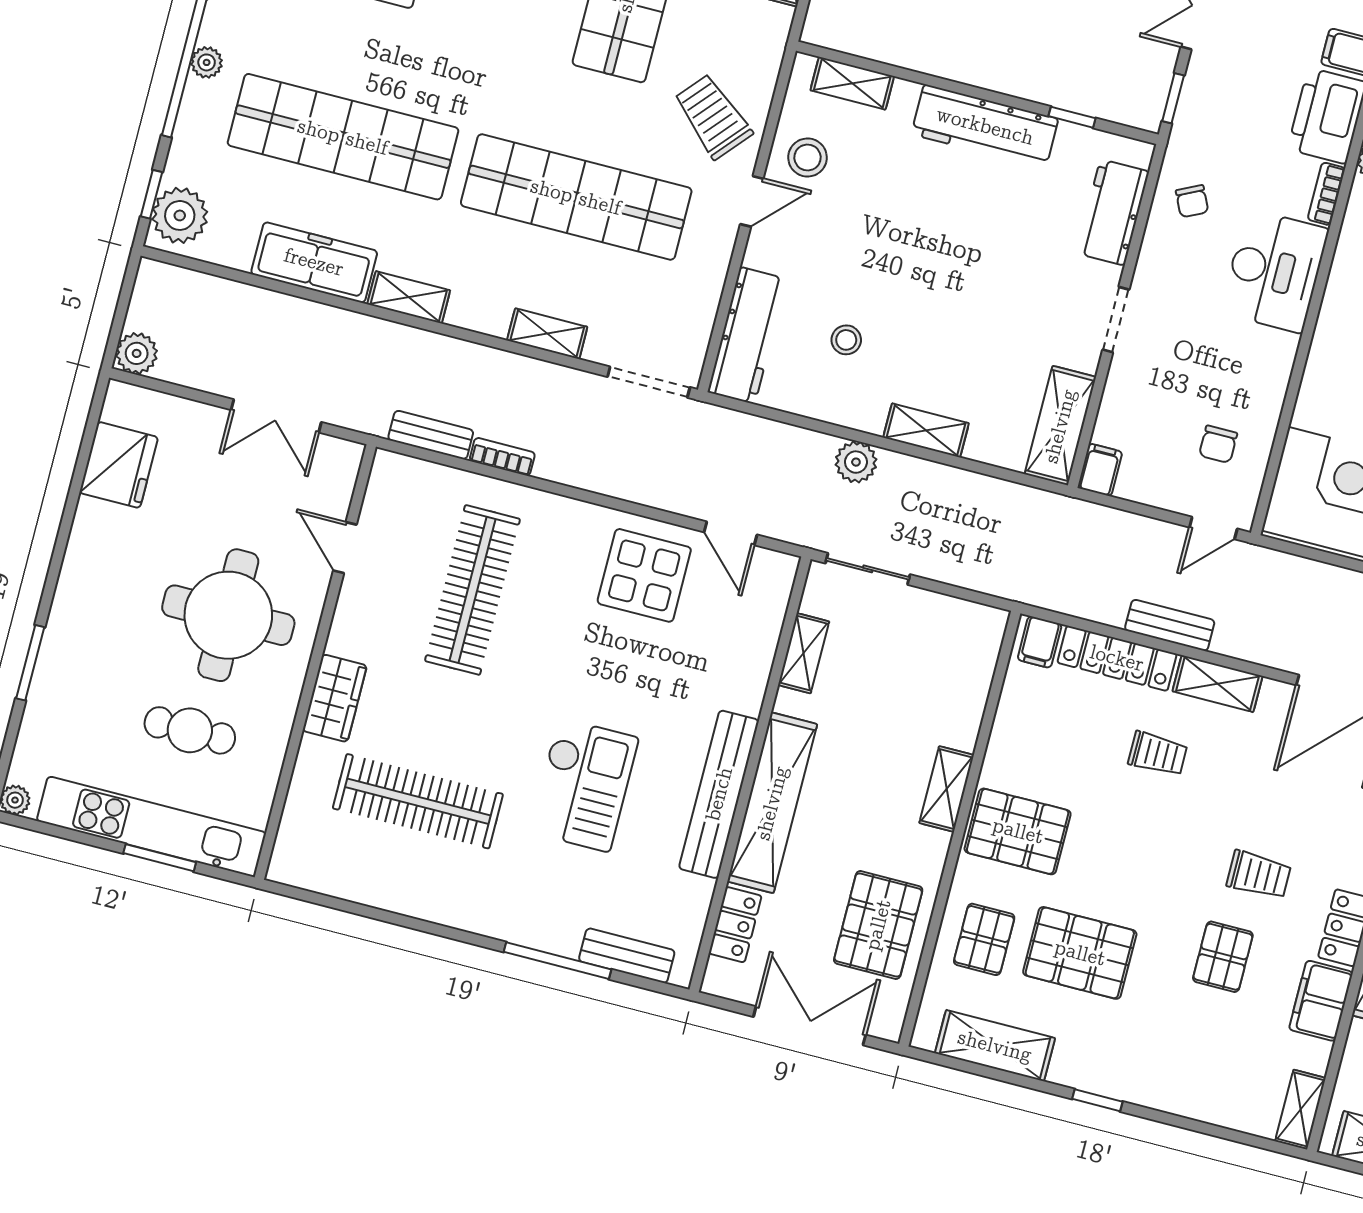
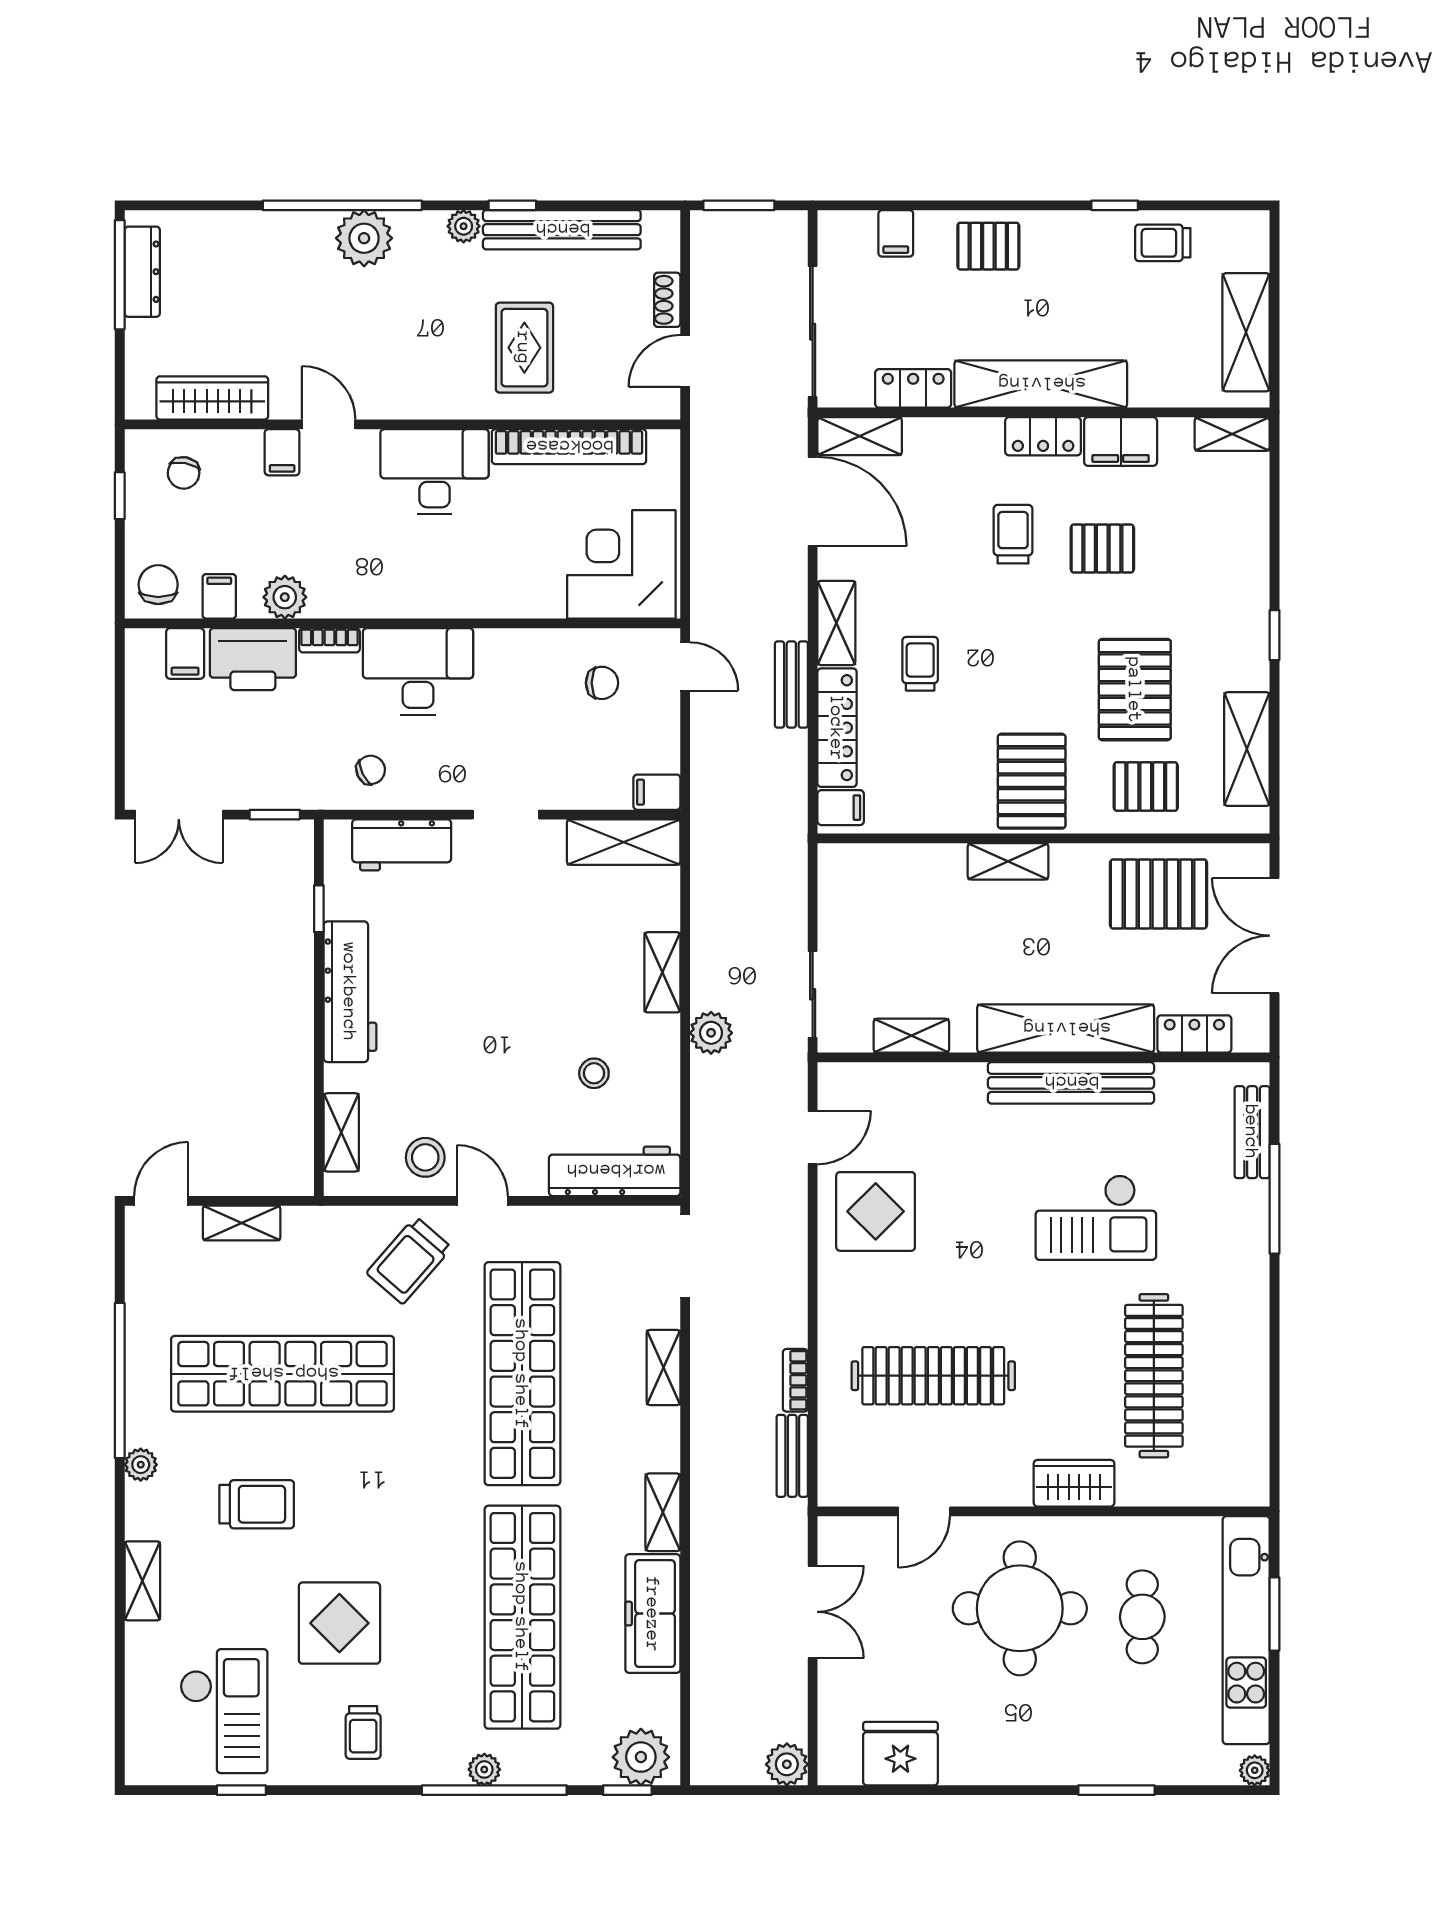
checkout: (584, 785) -> (1096, 1217), turned 180

